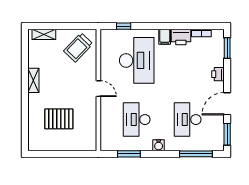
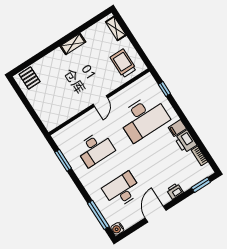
trolley: (78, 47) -> (123, 63), turned 46
door: (227, 104) -> (156, 214), hinge flipped
pallet: (59, 119) -> (30, 78), moved, width x0.67, depth x0.71
desk: (137, 120) -> (95, 149), turned 180
window: (227, 134) -> (131, 230), removed
water cooler: (159, 145) -> (117, 229), moved

